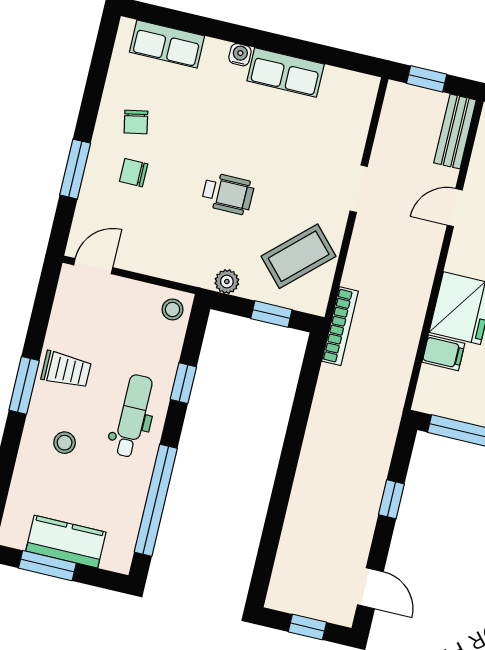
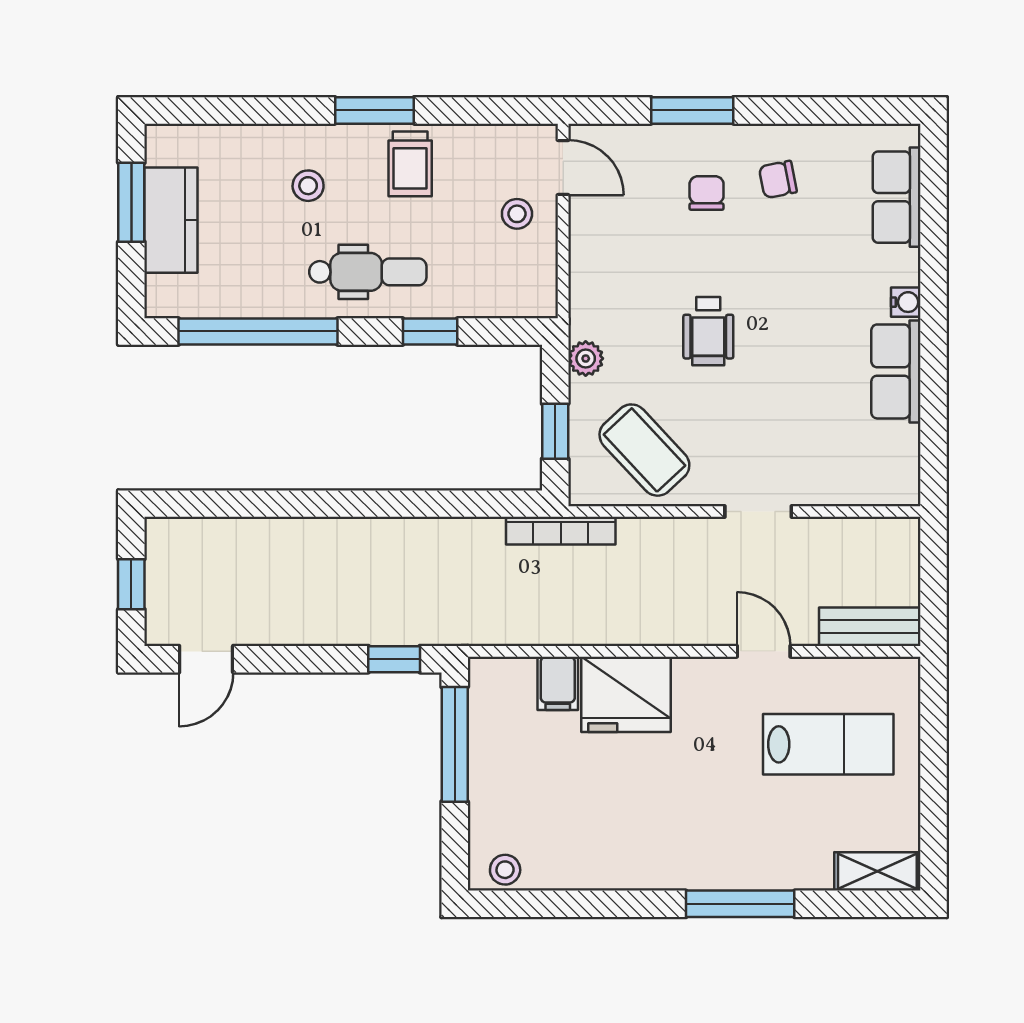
window: (427, 79) -> (934, 570), removed
stool: (172, 309) -> (517, 214), moved
window: (391, 499) -> (394, 659), moved

